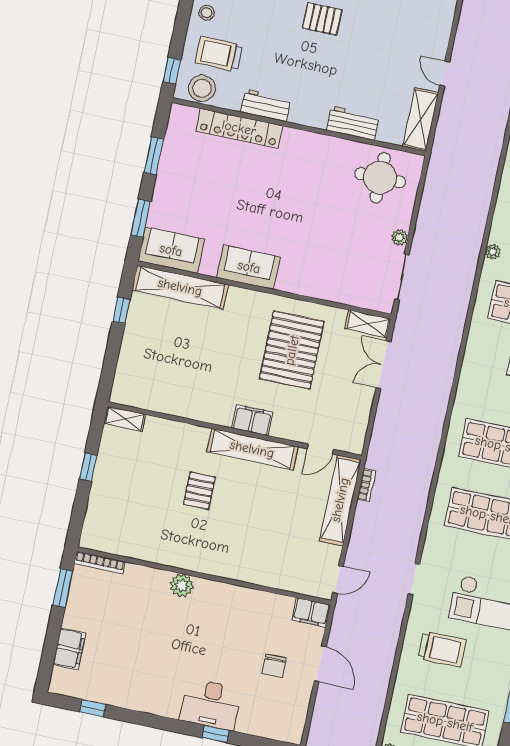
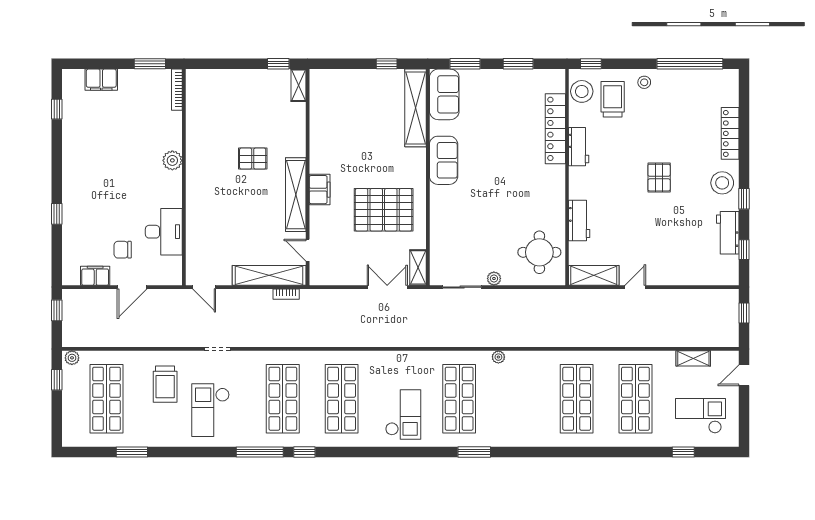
window: (88, 467) -> (278, 64), moved
filing cabinet: (311, 612) -> (95, 276), moved, turned 90
desk: (211, 704) -> (164, 232), moved, turned 180

